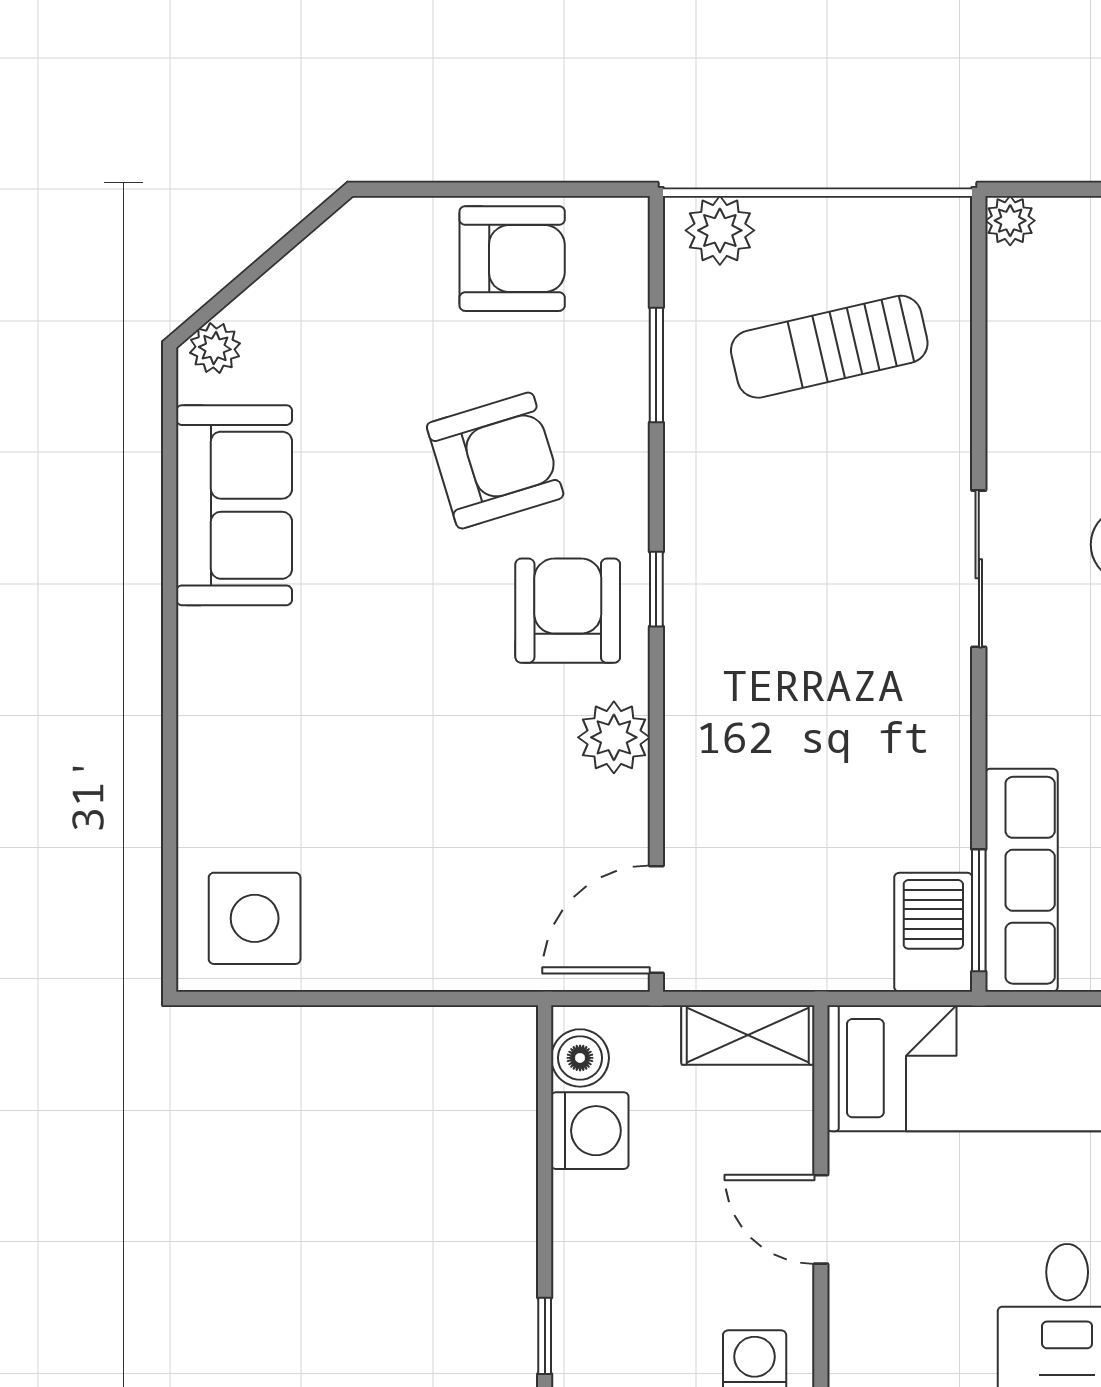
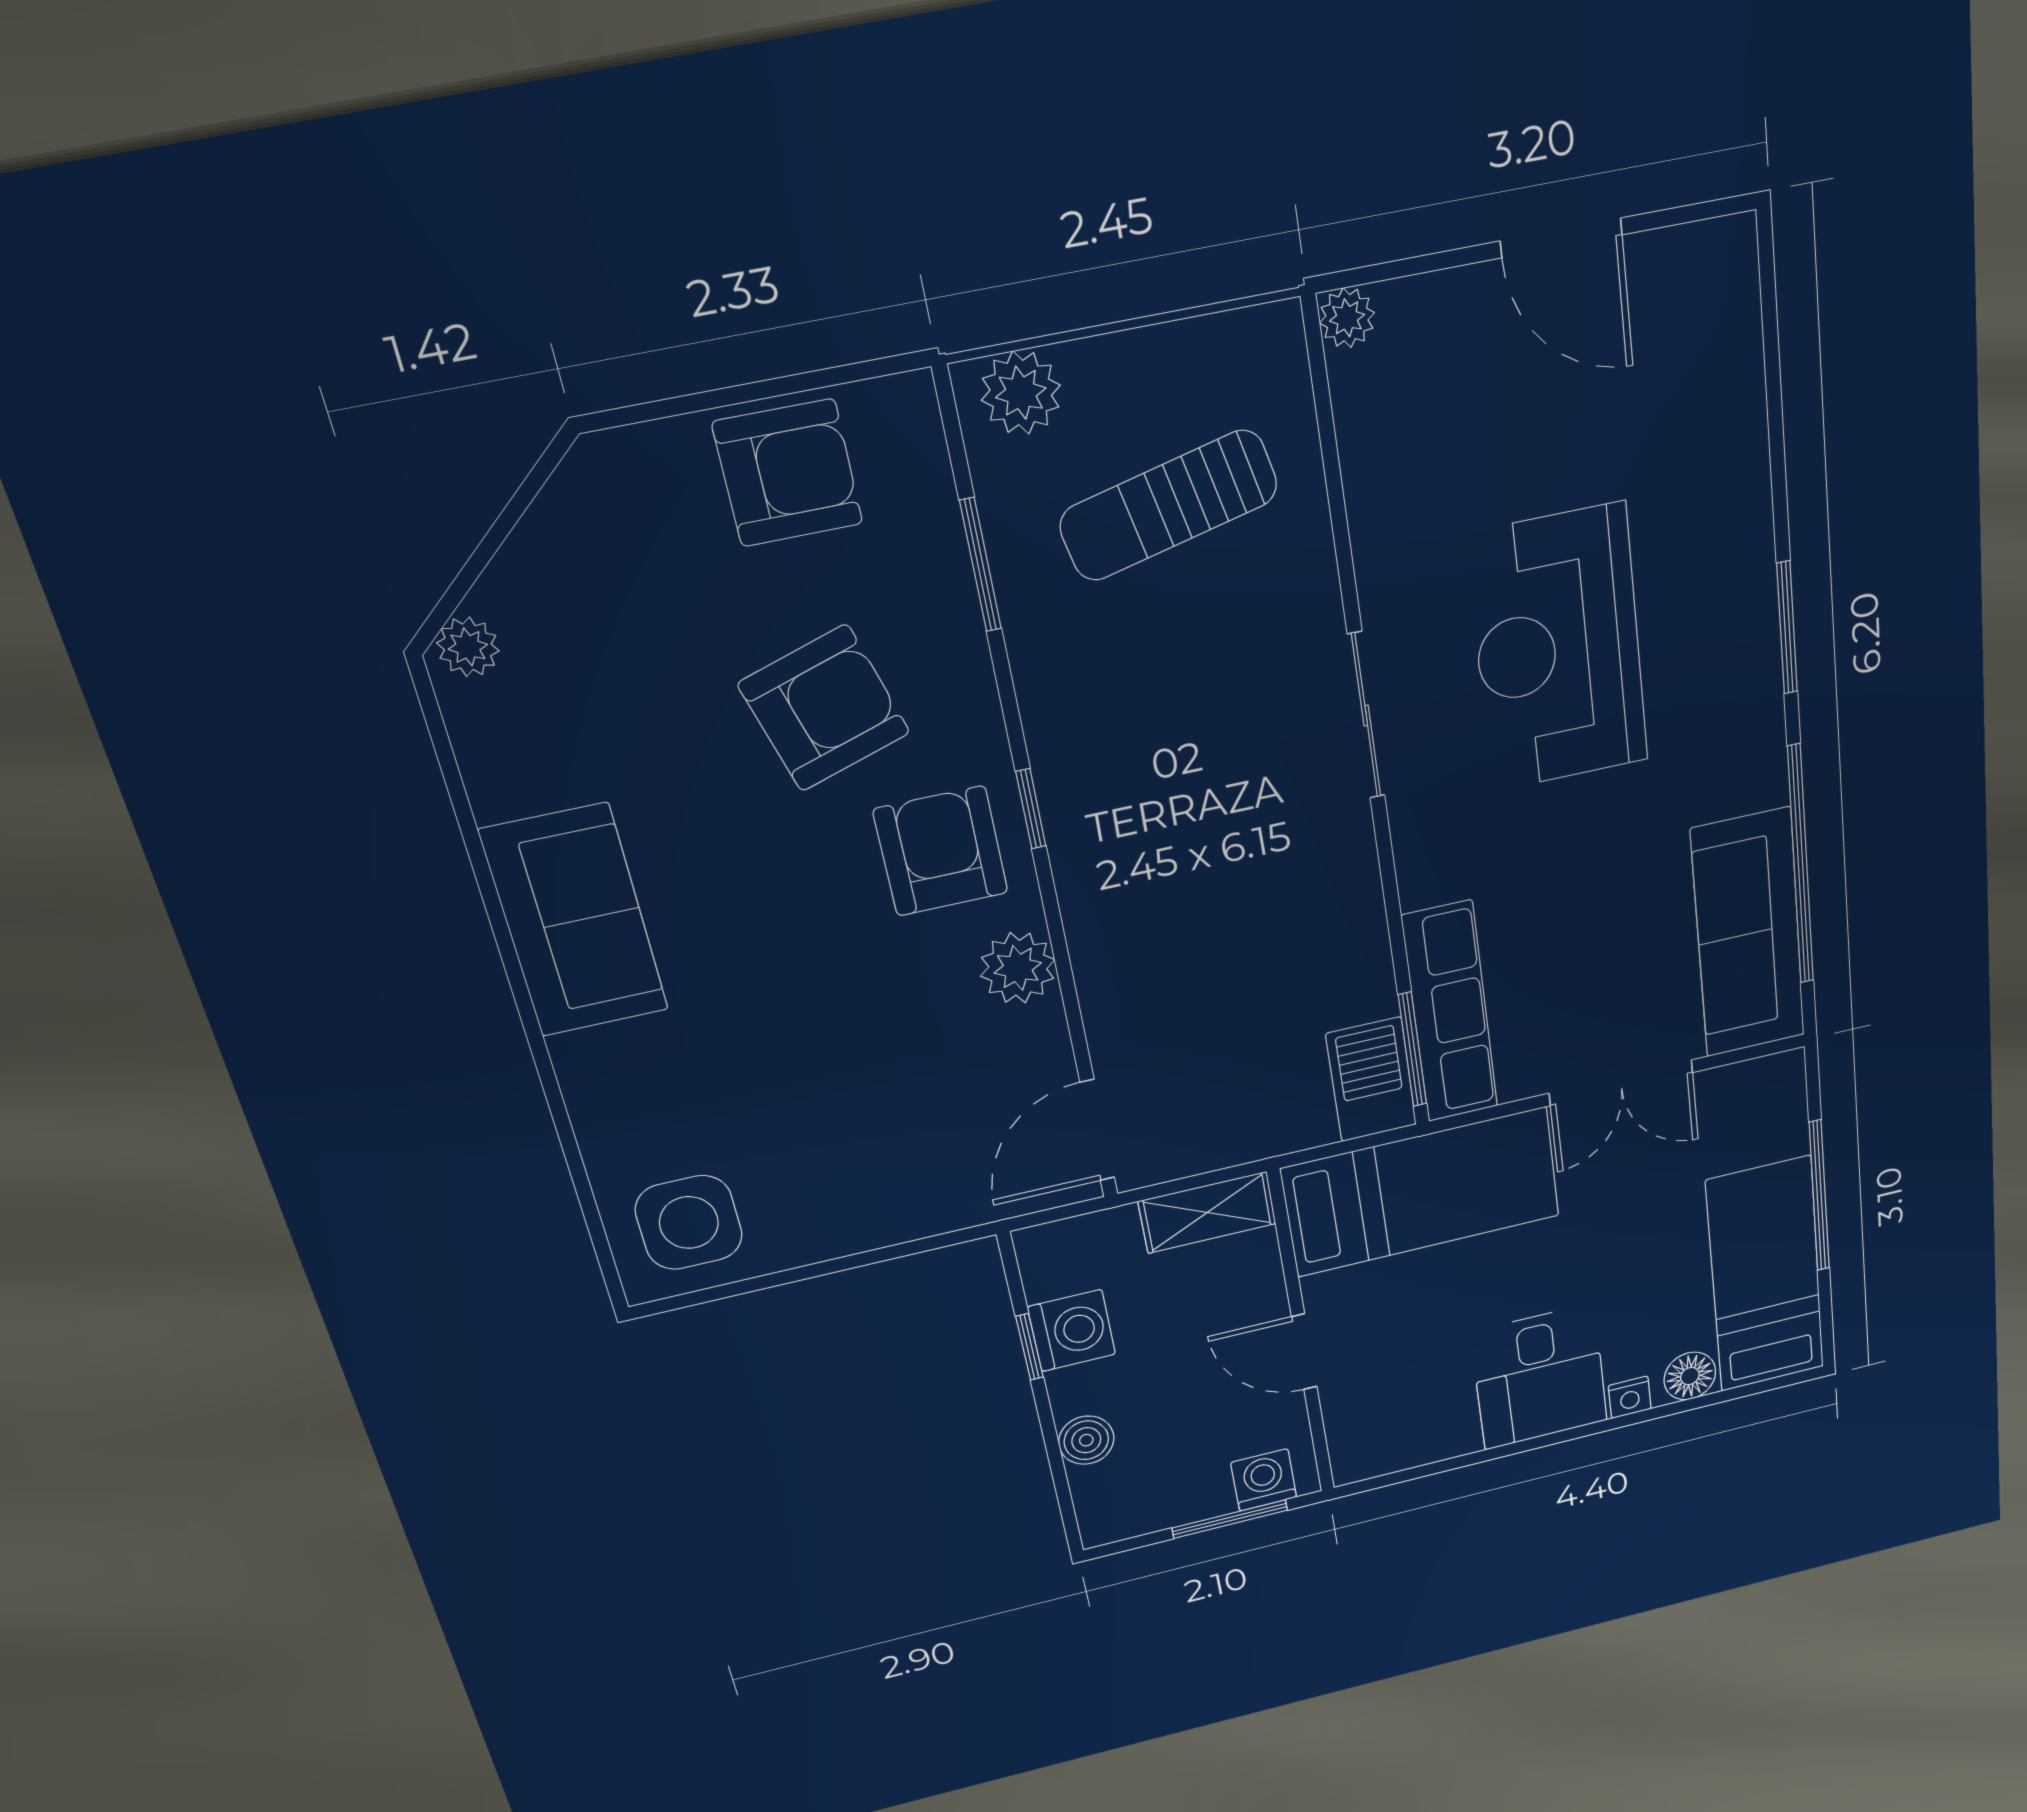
sofa: (234, 505) -> (575, 921), moved
boiler: (580, 1058) -> (1086, 1440), moved
window: (545, 1336) -> (1029, 1347), moved

